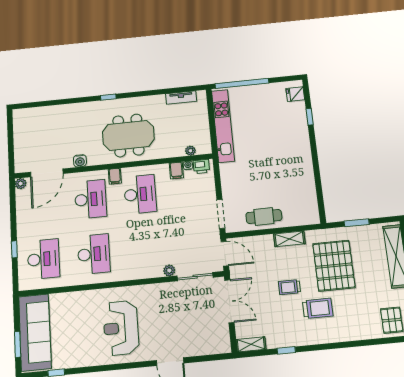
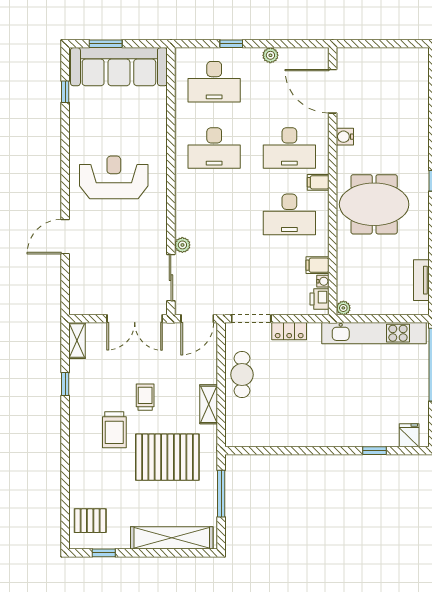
meeting table: (128, 135) -> (374, 204), turned 90
plant: (190, 151) -> (343, 308), moved
plant: (21, 184) -> (270, 55), moved
locker: (228, 186) -> (289, 331), added
window: (357, 223) -> (221, 494), width x1.44

